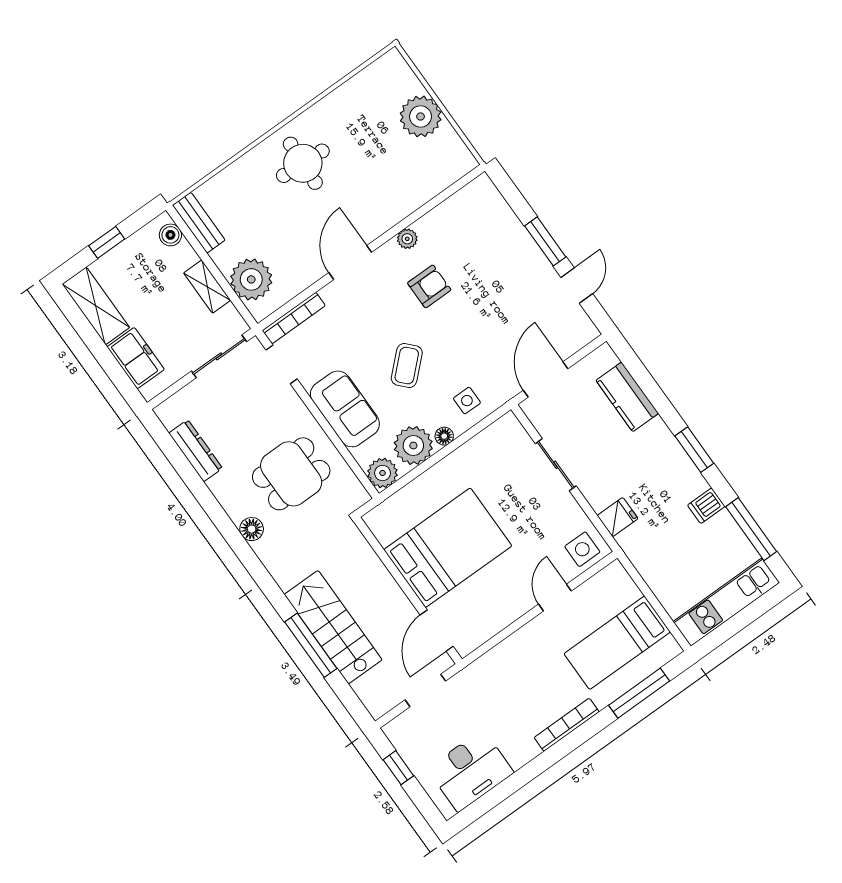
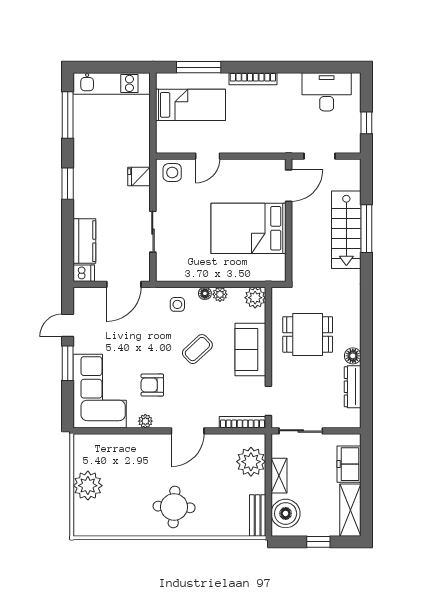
boiler: (170, 235) -> (286, 513), width x1.86, depth x1.86
corner sofa: (485, 236) -> (100, 391), added
plant: (413, 446) -> (220, 294), width x0.53, depth x0.53
dishwasher: (706, 506) -> (84, 273), moved
floor lamp: (252, 529) -> (353, 356), moved

